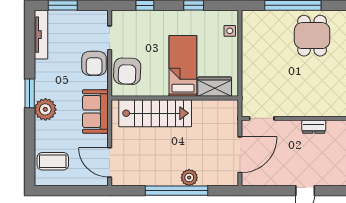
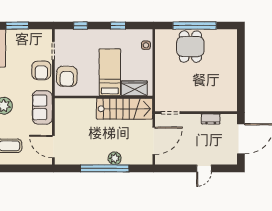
dining table: (312, 36) -> (190, 47), moved
stairs: (155, 113) -> (125, 109), moved

